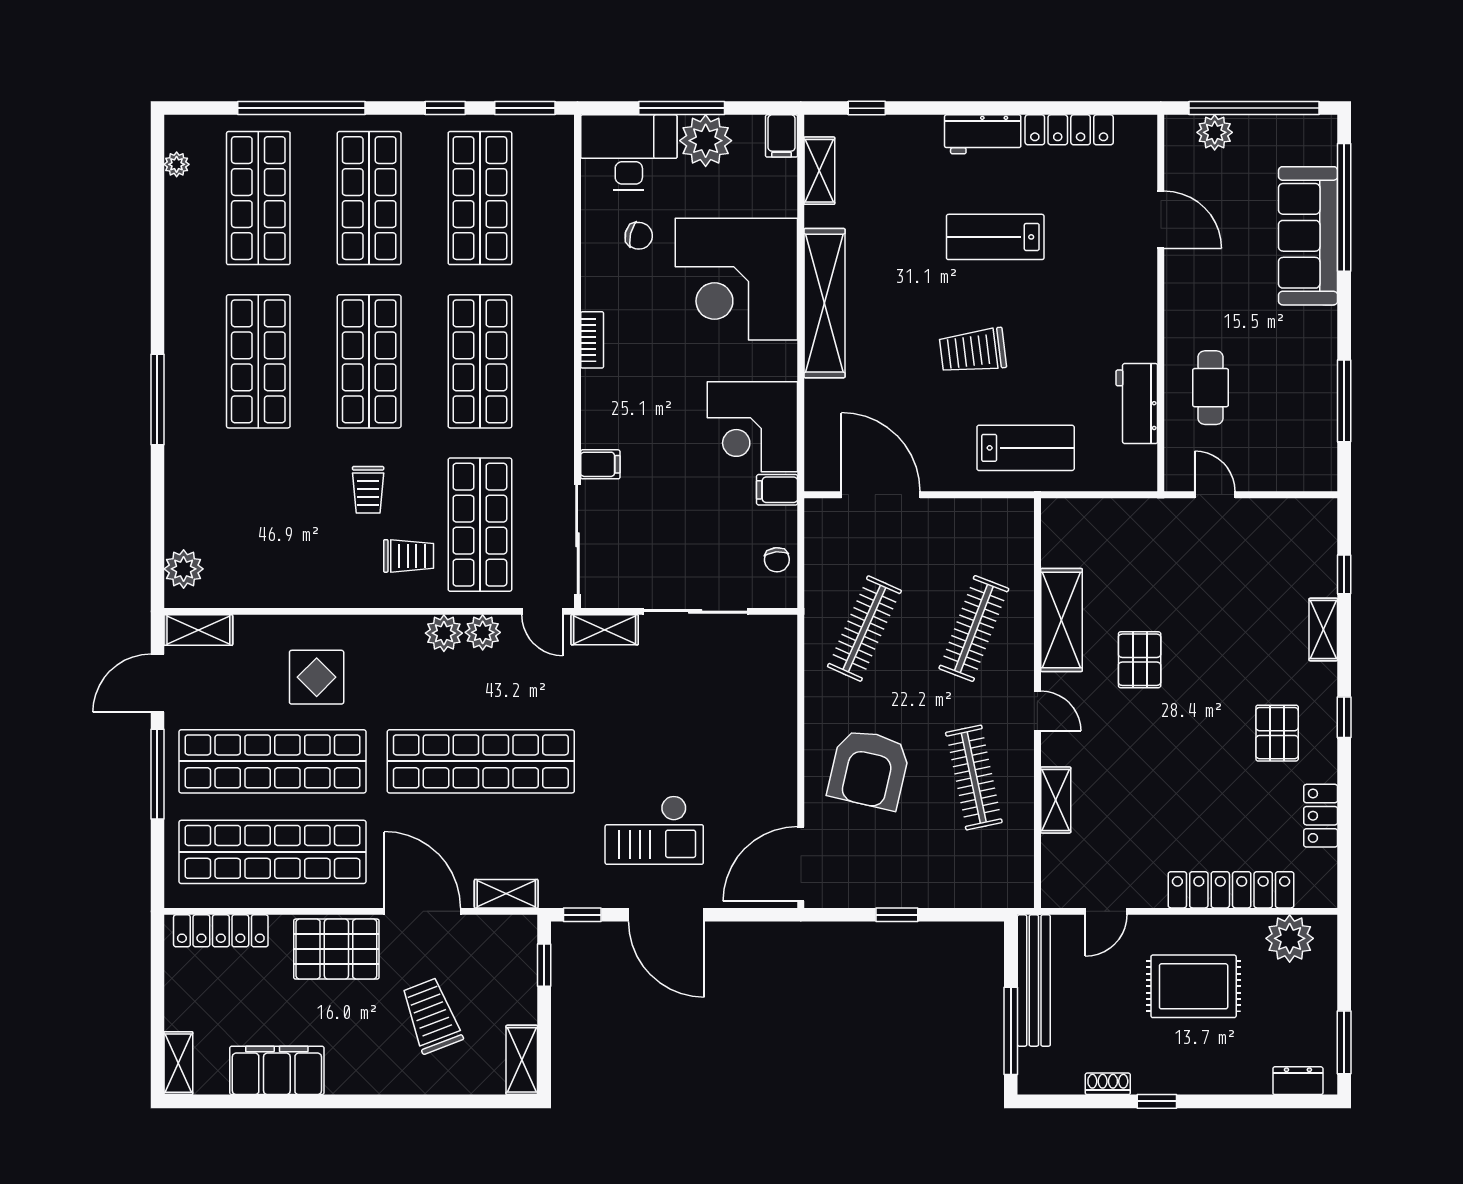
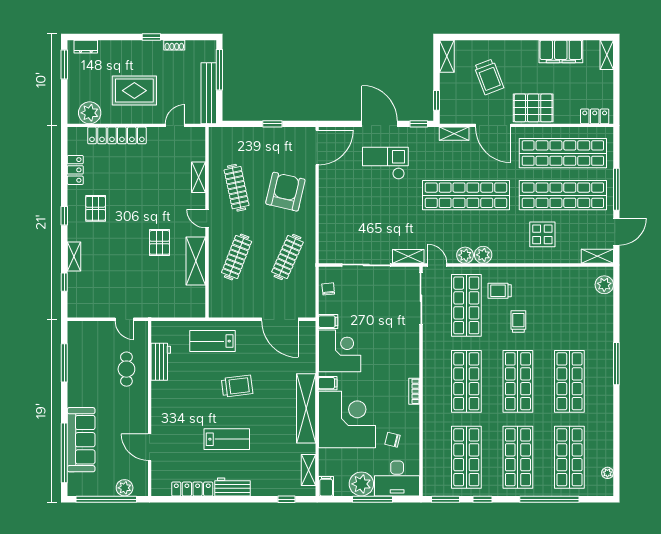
filing cabinet: (600, 464) -> (328, 383), moved, turned 180
locker: (221, 931) -> (595, 116), width x0.66

